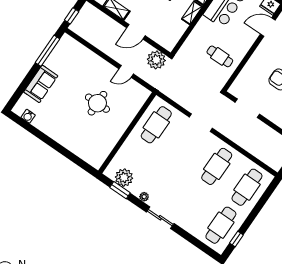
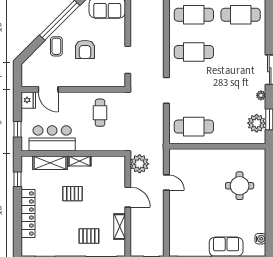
round table: (97, 103) -> (240, 186), moved

